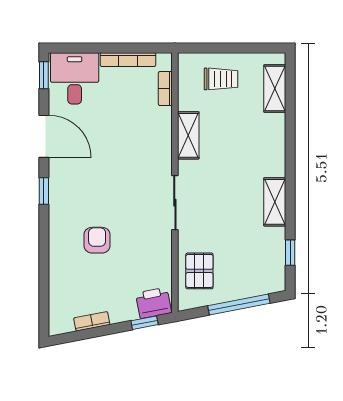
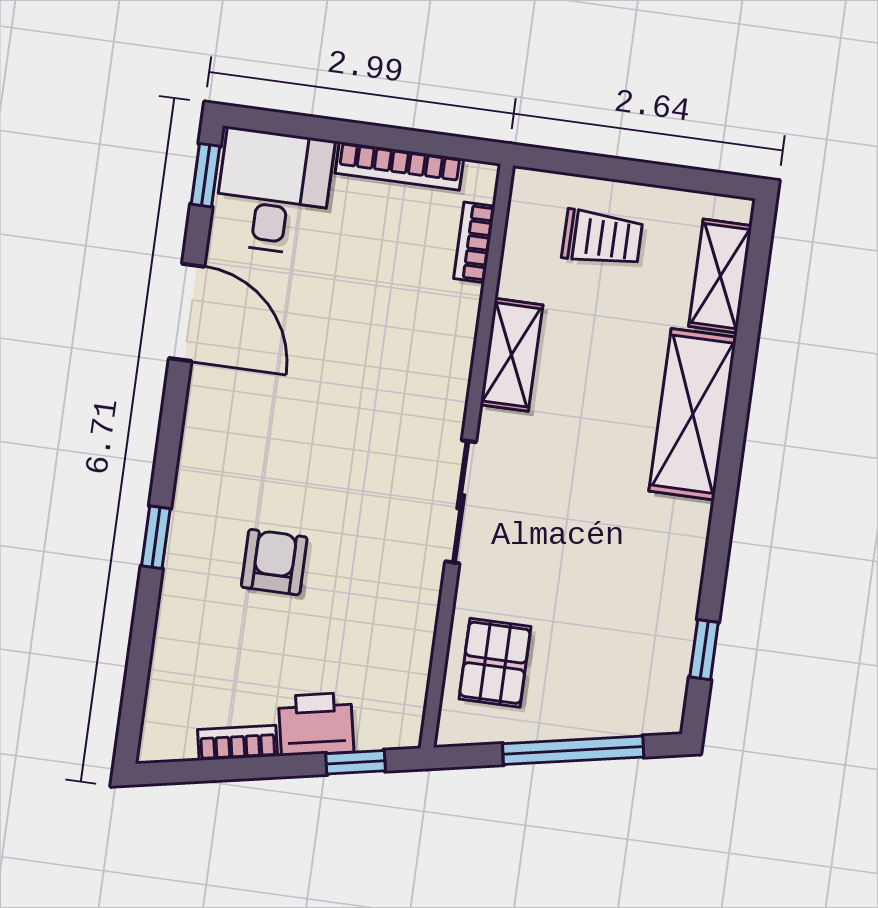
window: (44, 191) -> (156, 537), moved
shelving: (275, 202) -> (693, 414), moved, width x1.50, depth x1.33
printer: (154, 303) -> (316, 724), moved

